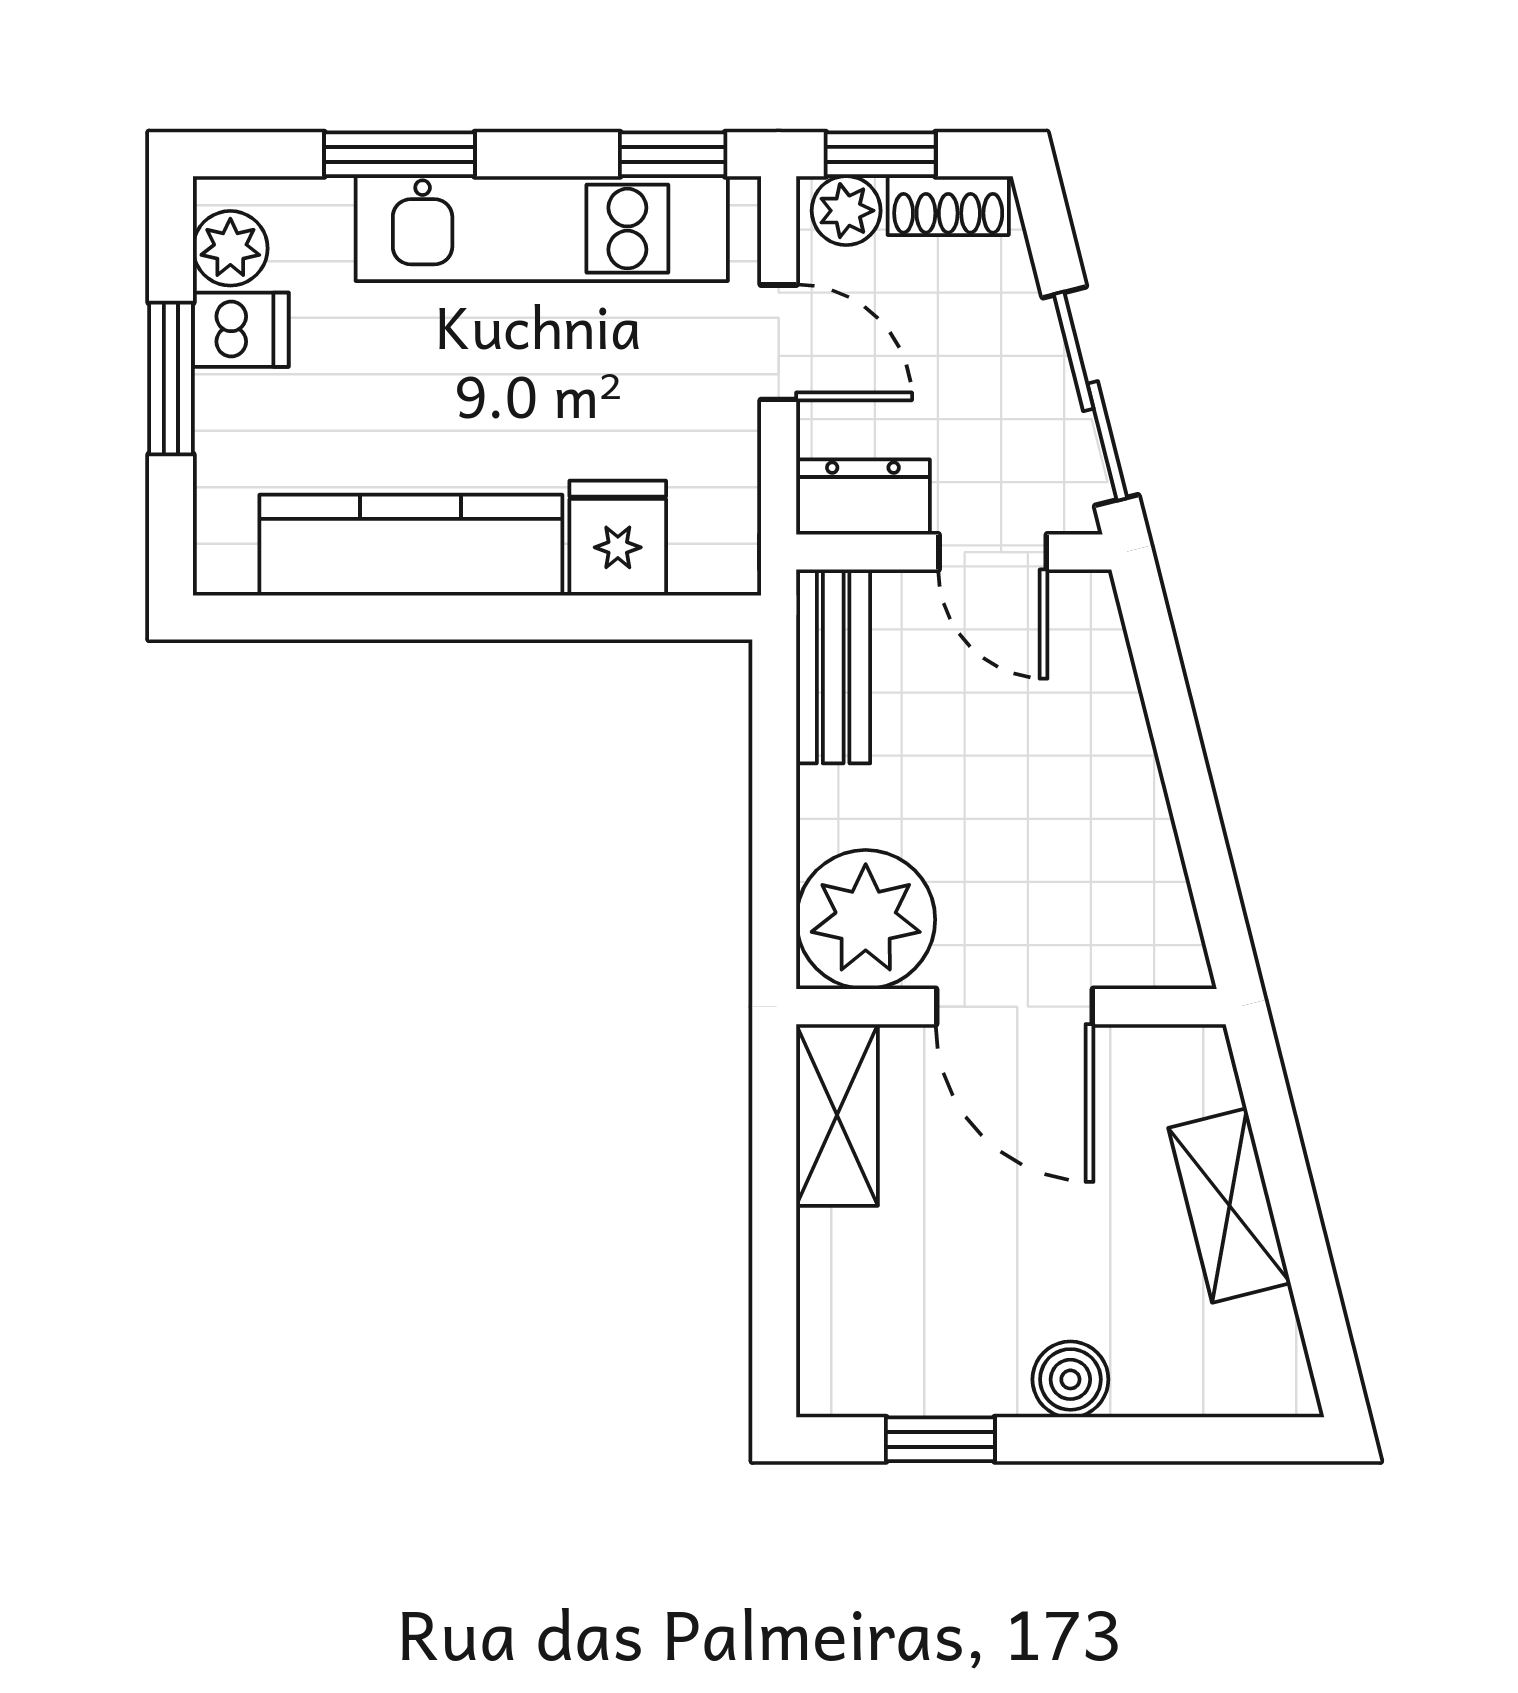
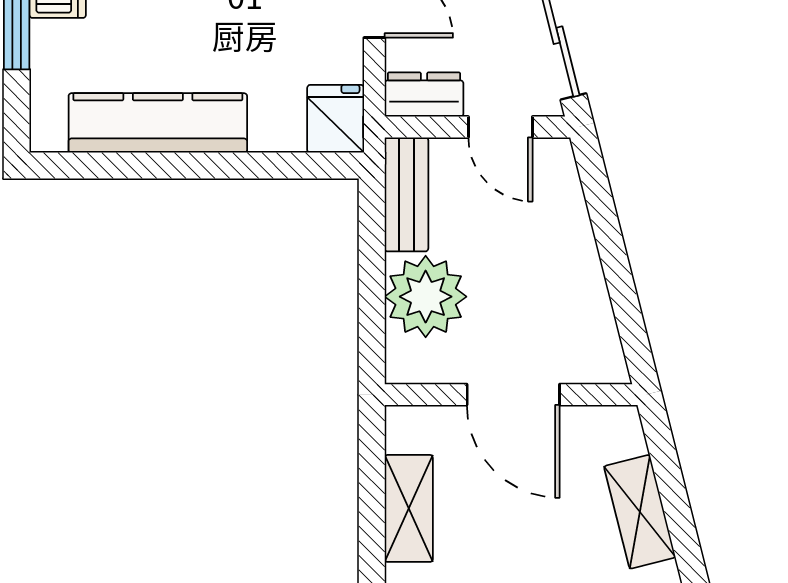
fridge: (618, 538) -> (336, 119), moved
plant: (866, 920) -> (426, 297), moved
shelving: (837, 1115) -> (409, 508), moved

